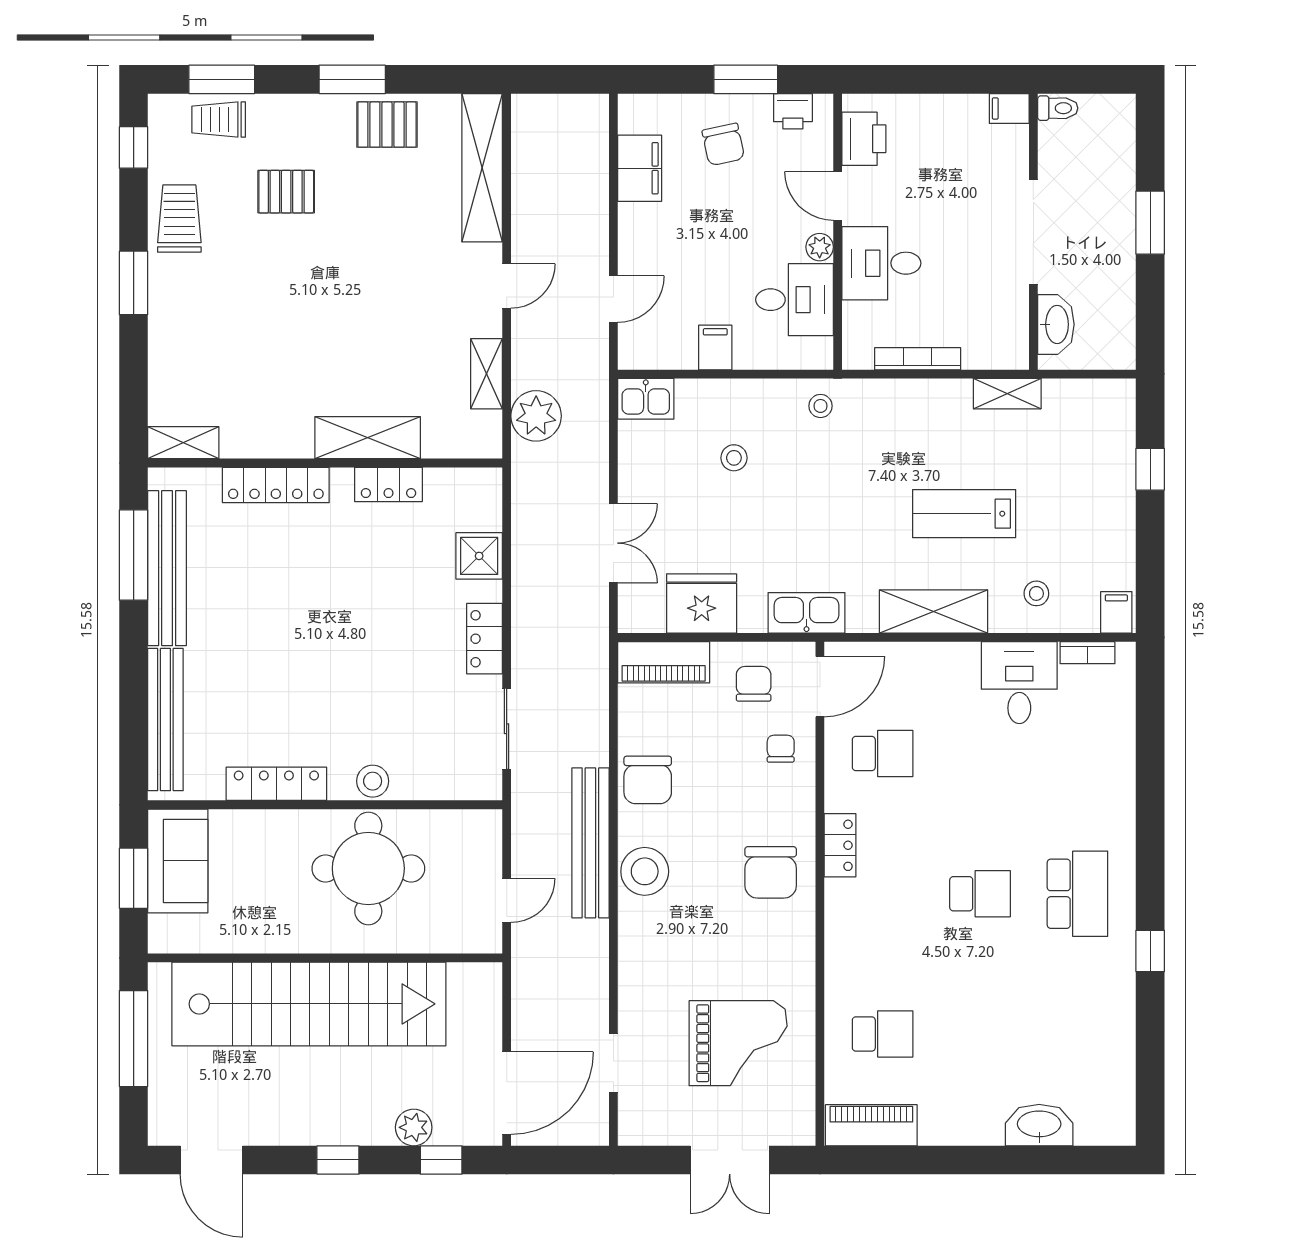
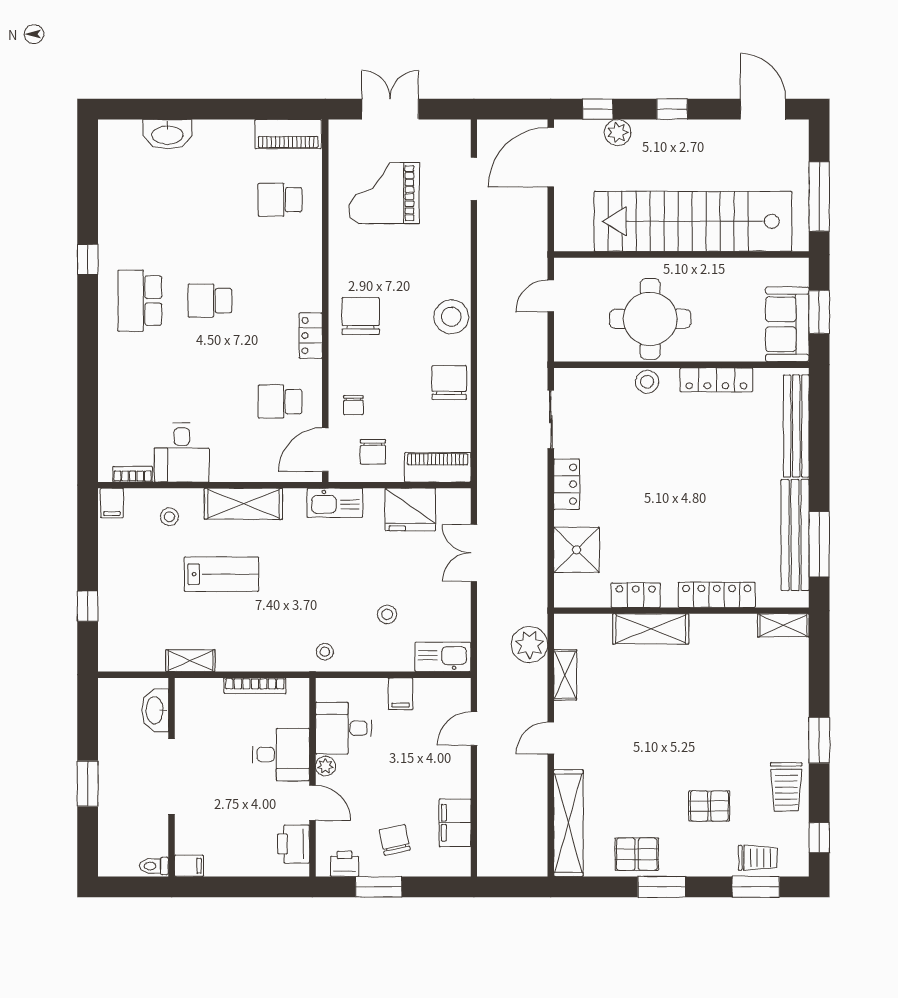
kitchen sink: (646, 399) -> (443, 657), width x1.38
shower: (479, 556) -> (577, 550), width x1.36, depth x1.36
bench: (590, 843) -> (490, 337), removed

